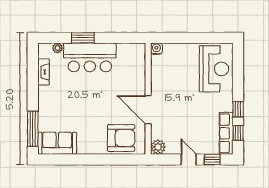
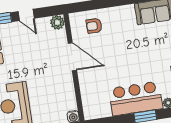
armchair: (121, 138) -> (94, 26), width x0.53, depth x0.53

